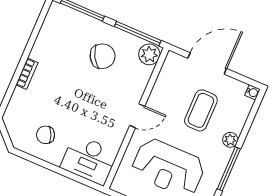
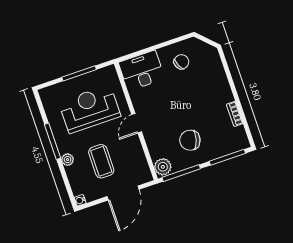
chair: (103, 56) -> (190, 140), turned 46
bookcase: (27, 74) -> (235, 114), moved

